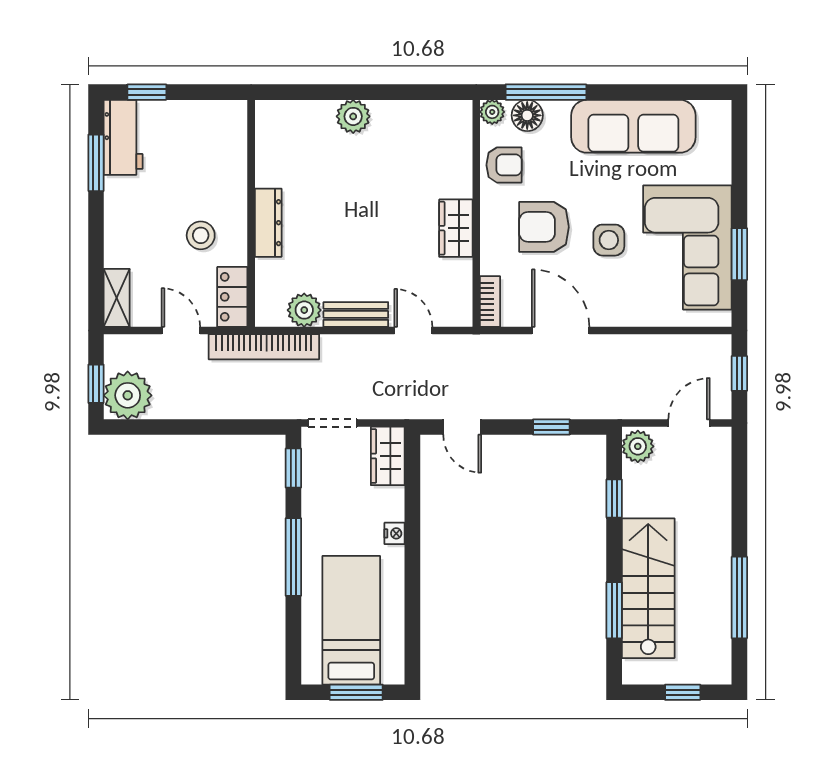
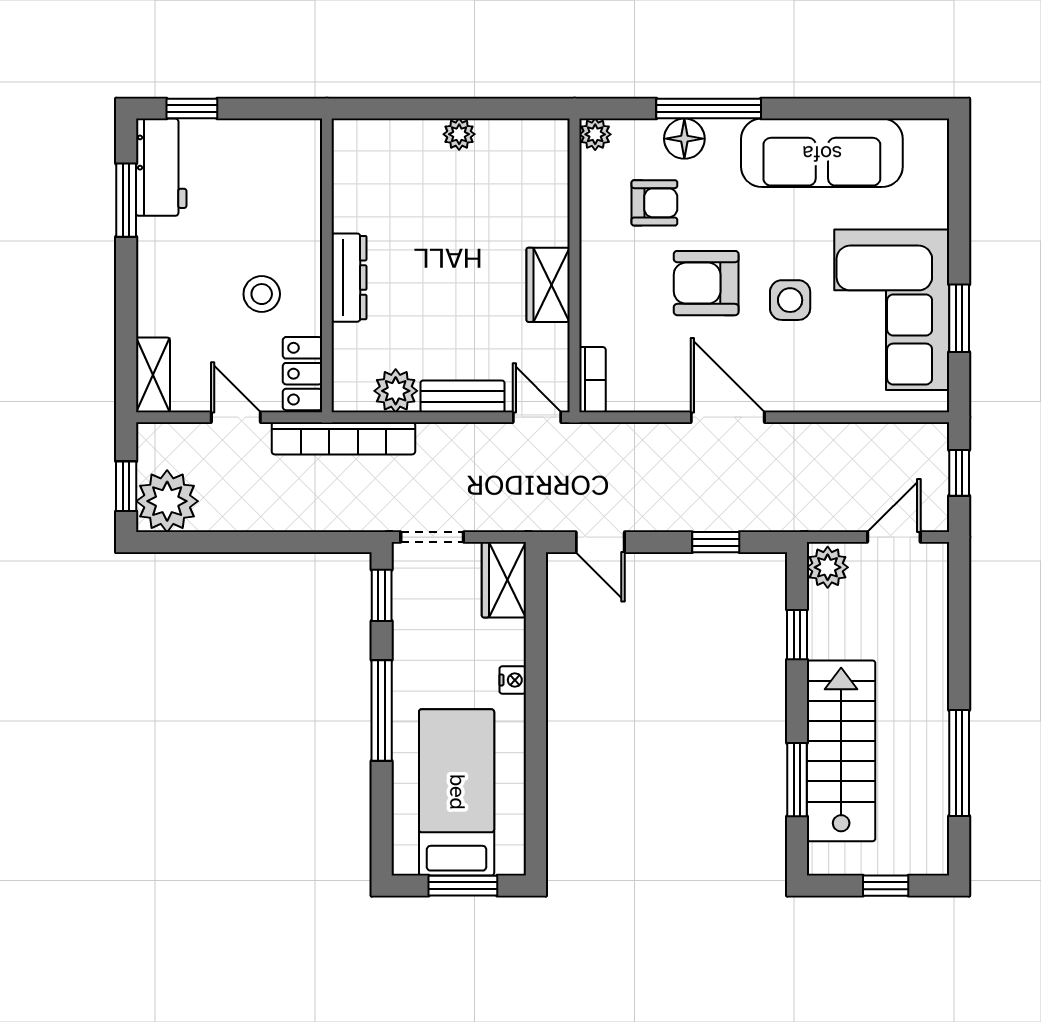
plant: (492, 112) -> (595, 134), moved
plant: (353, 116) -> (459, 134), width x0.73, depth x0.73
wall: (476, 213) -> (575, 265), moved
wardrobe: (456, 228) -> (548, 285), moved
bookcase: (490, 301) -> (592, 380), moved

